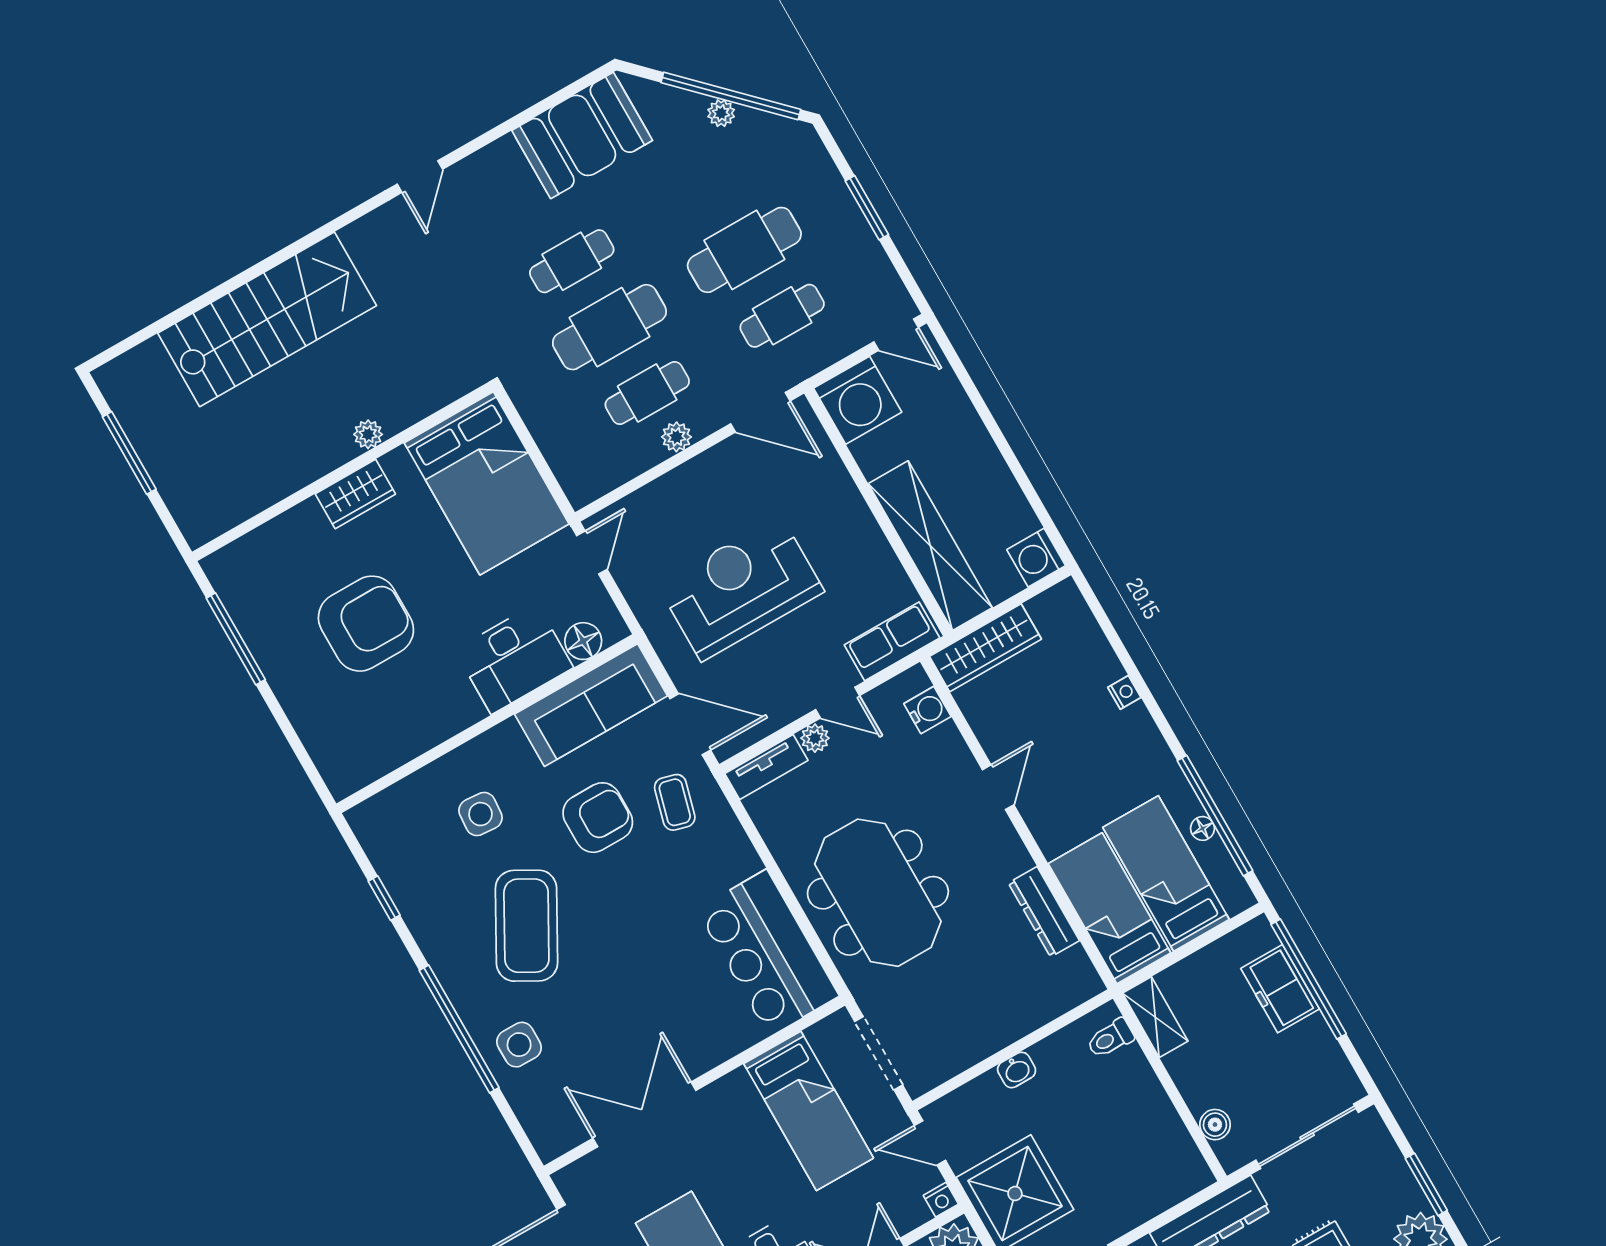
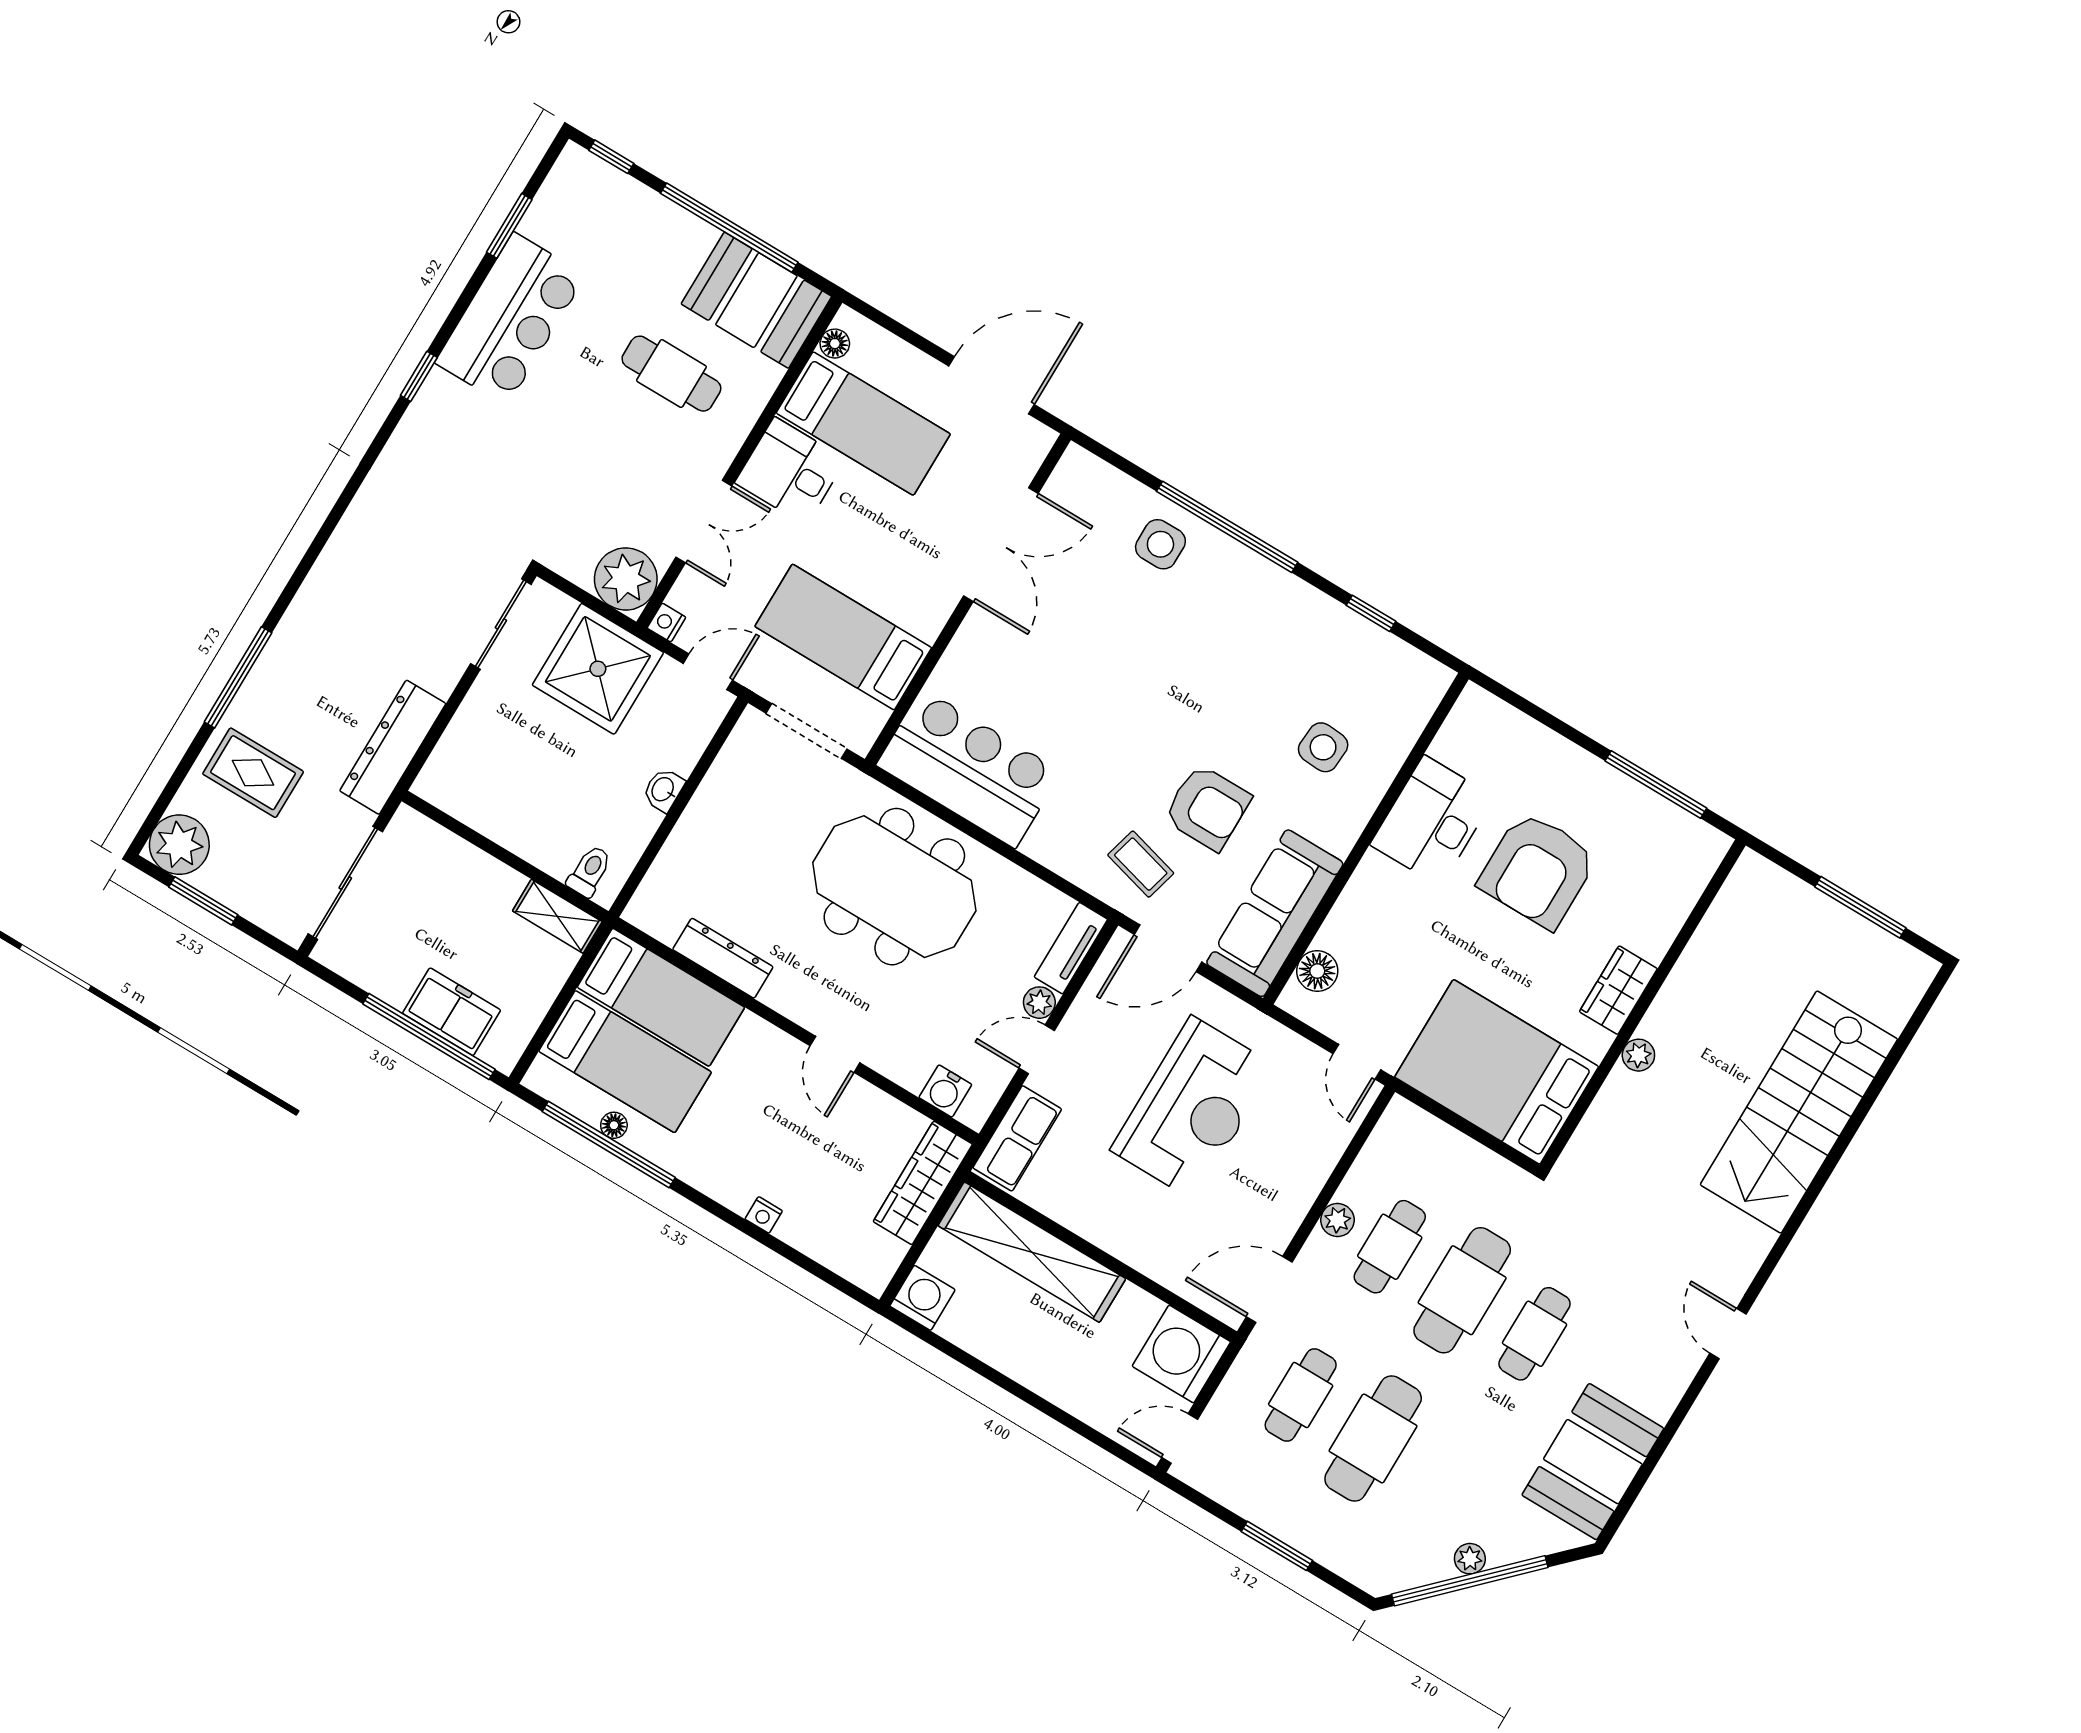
desk: (514, 659) -> (1432, 821), moved
armchair: (598, 818) -> (1207, 808), turned -90
coffee table: (526, 926) -> (1218, 664), removed
boiler: (1215, 1125) -> (441, 844), removed

